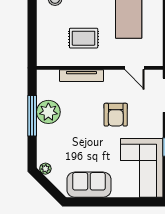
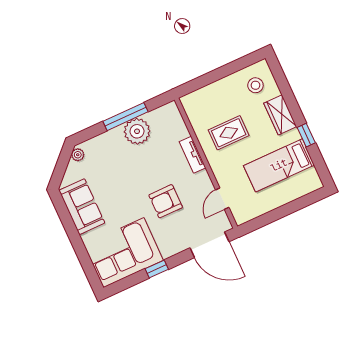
rug: (84, 38) -> (229, 133), turned 90
tv unit: (82, 76) -> (192, 155), width x0.71

